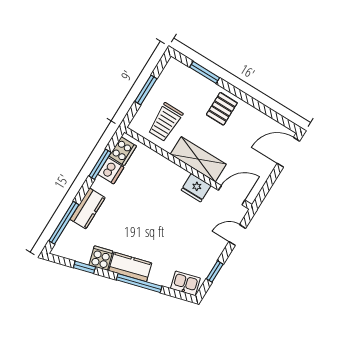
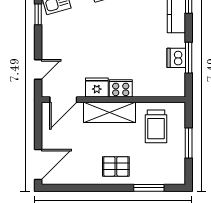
pallet: (222, 109) -> (116, 166), turned 90
trolley: (165, 122) -> (156, 126), turned 180
cooker: (123, 151) -> (121, 88), moved, turned 90
window: (215, 272) -> (38, 14), moved

